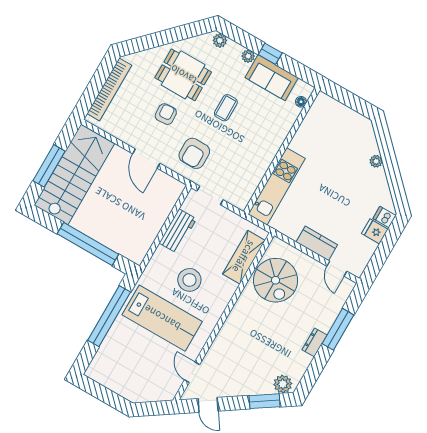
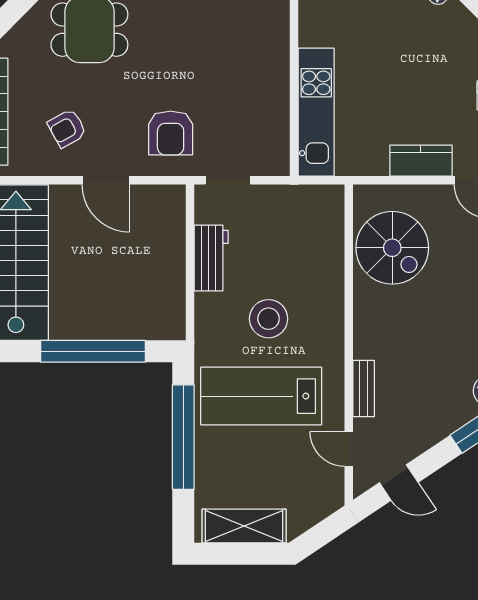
coffee table: (226, 108) -> (178, 41), removed
armchair: (166, 114) -> (67, 128), moved, turned -115
shelving: (244, 257) -> (244, 526), moved, turned 90
lab bench: (162, 318) -> (261, 396), turned 180
bench: (218, 345) -> (364, 388), added

